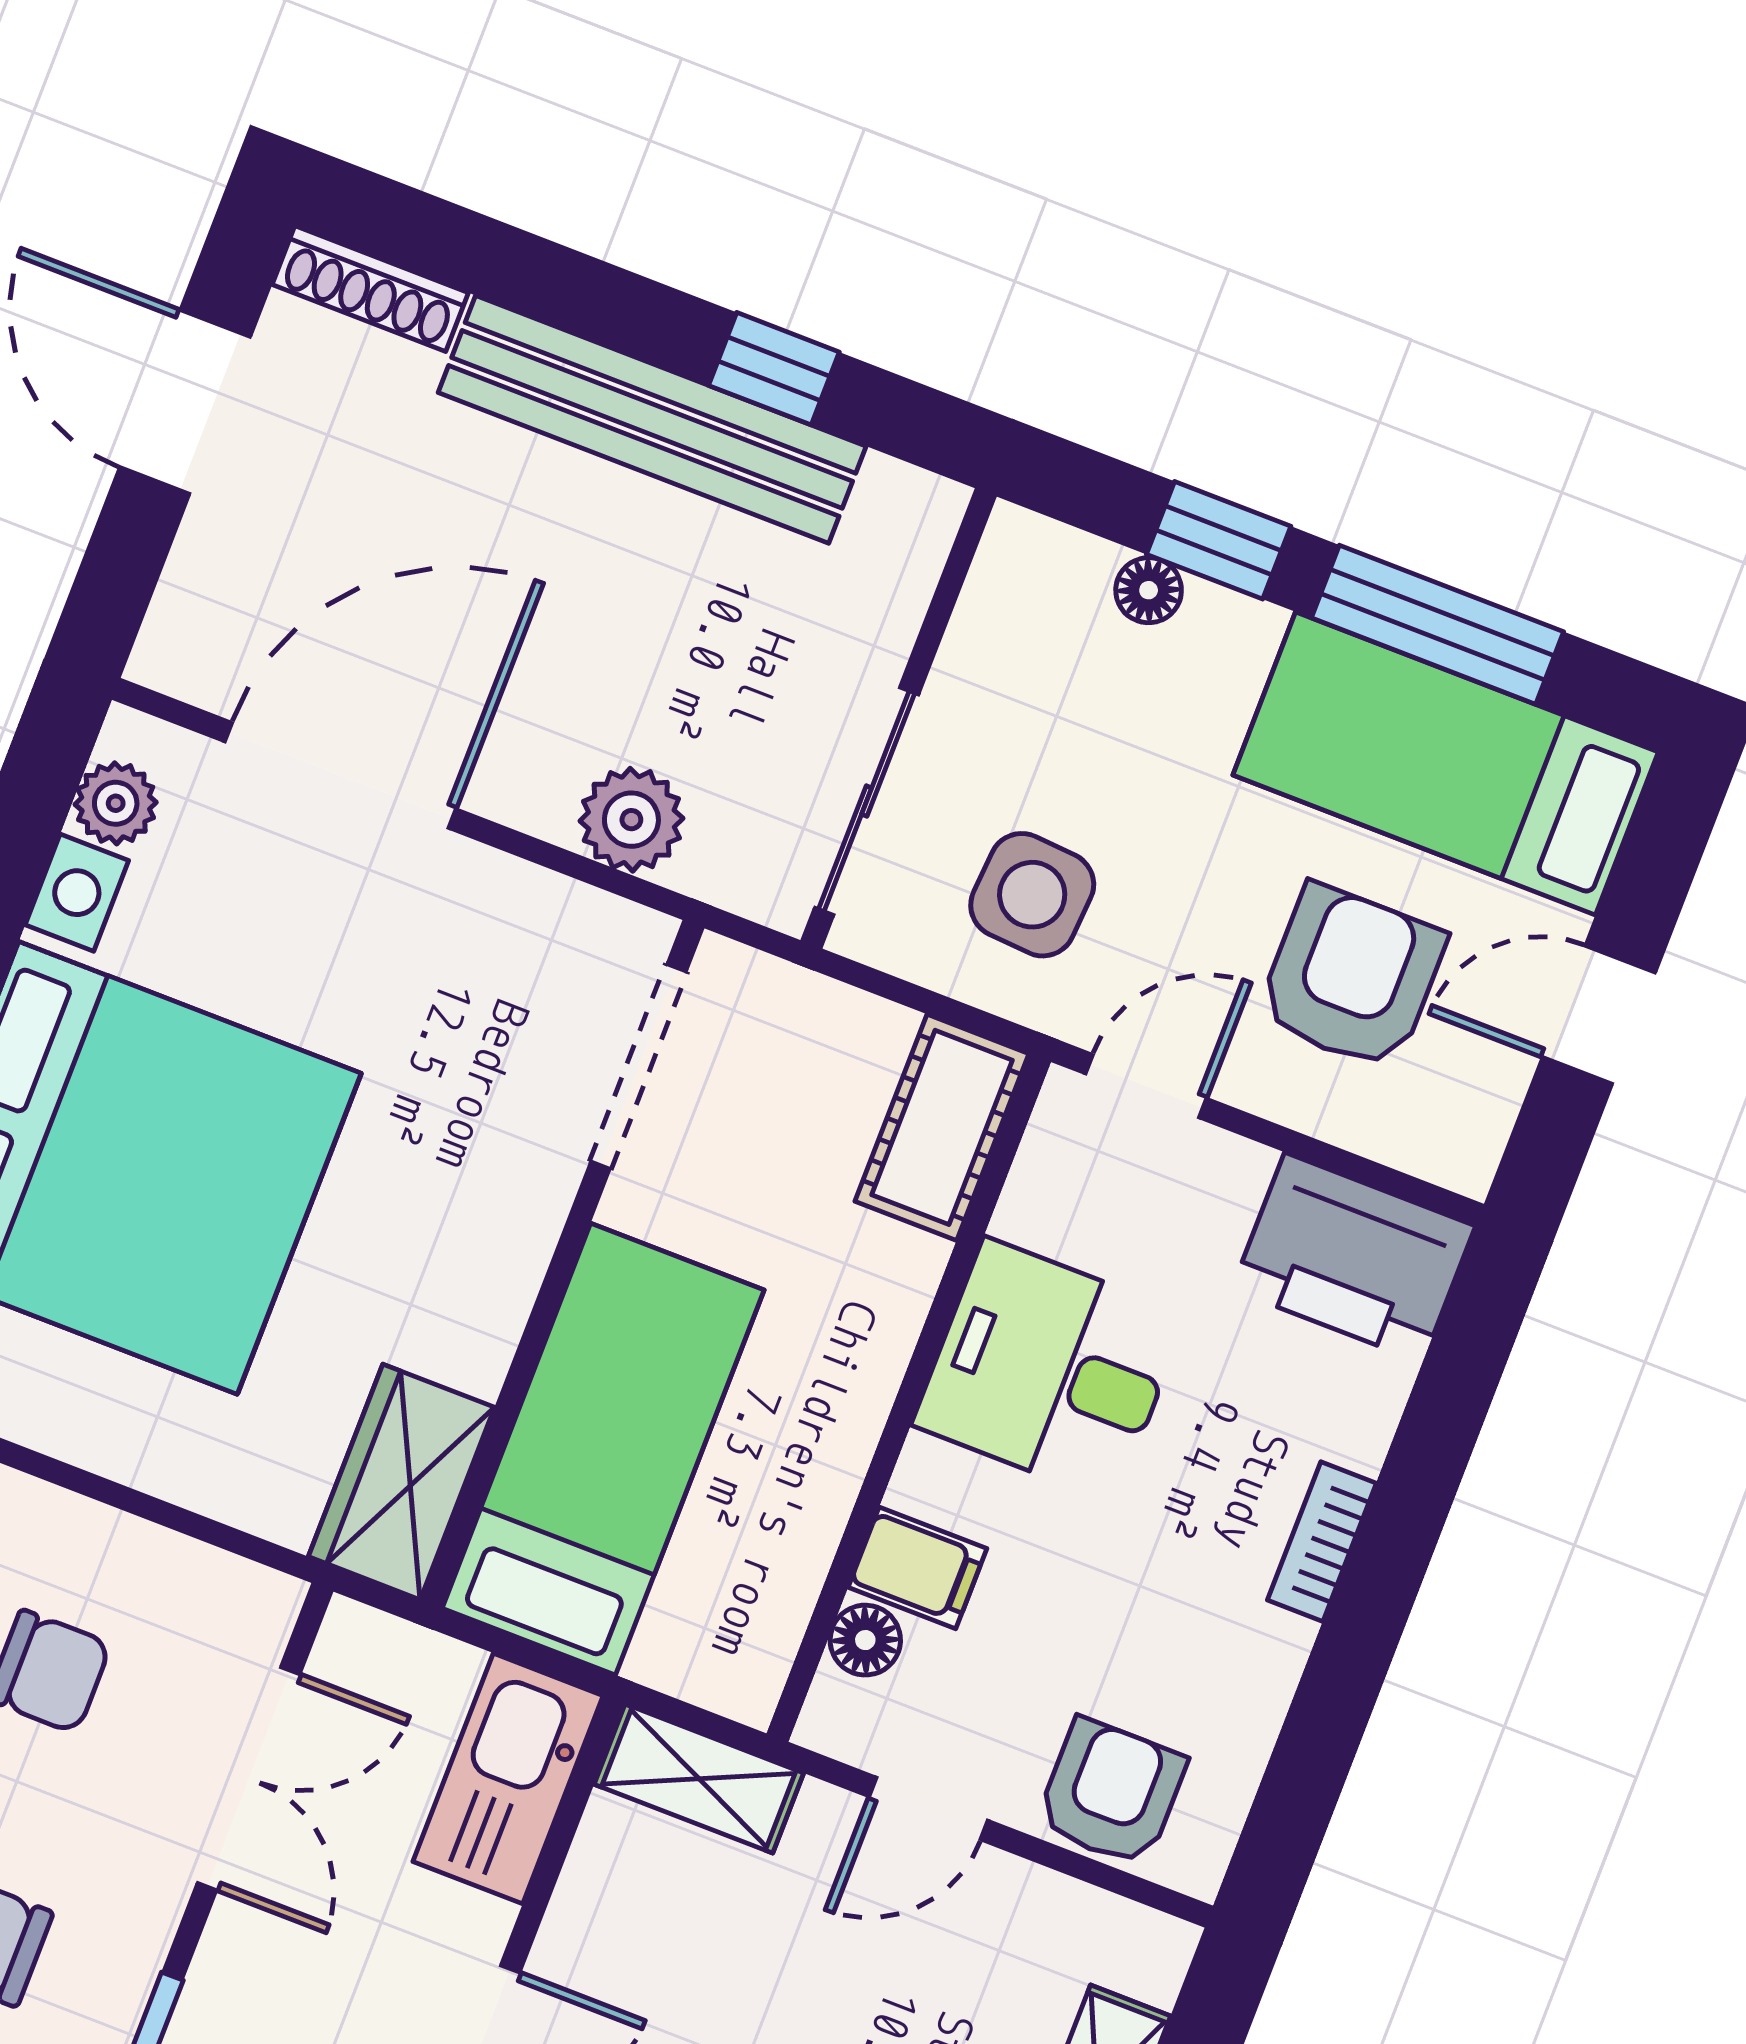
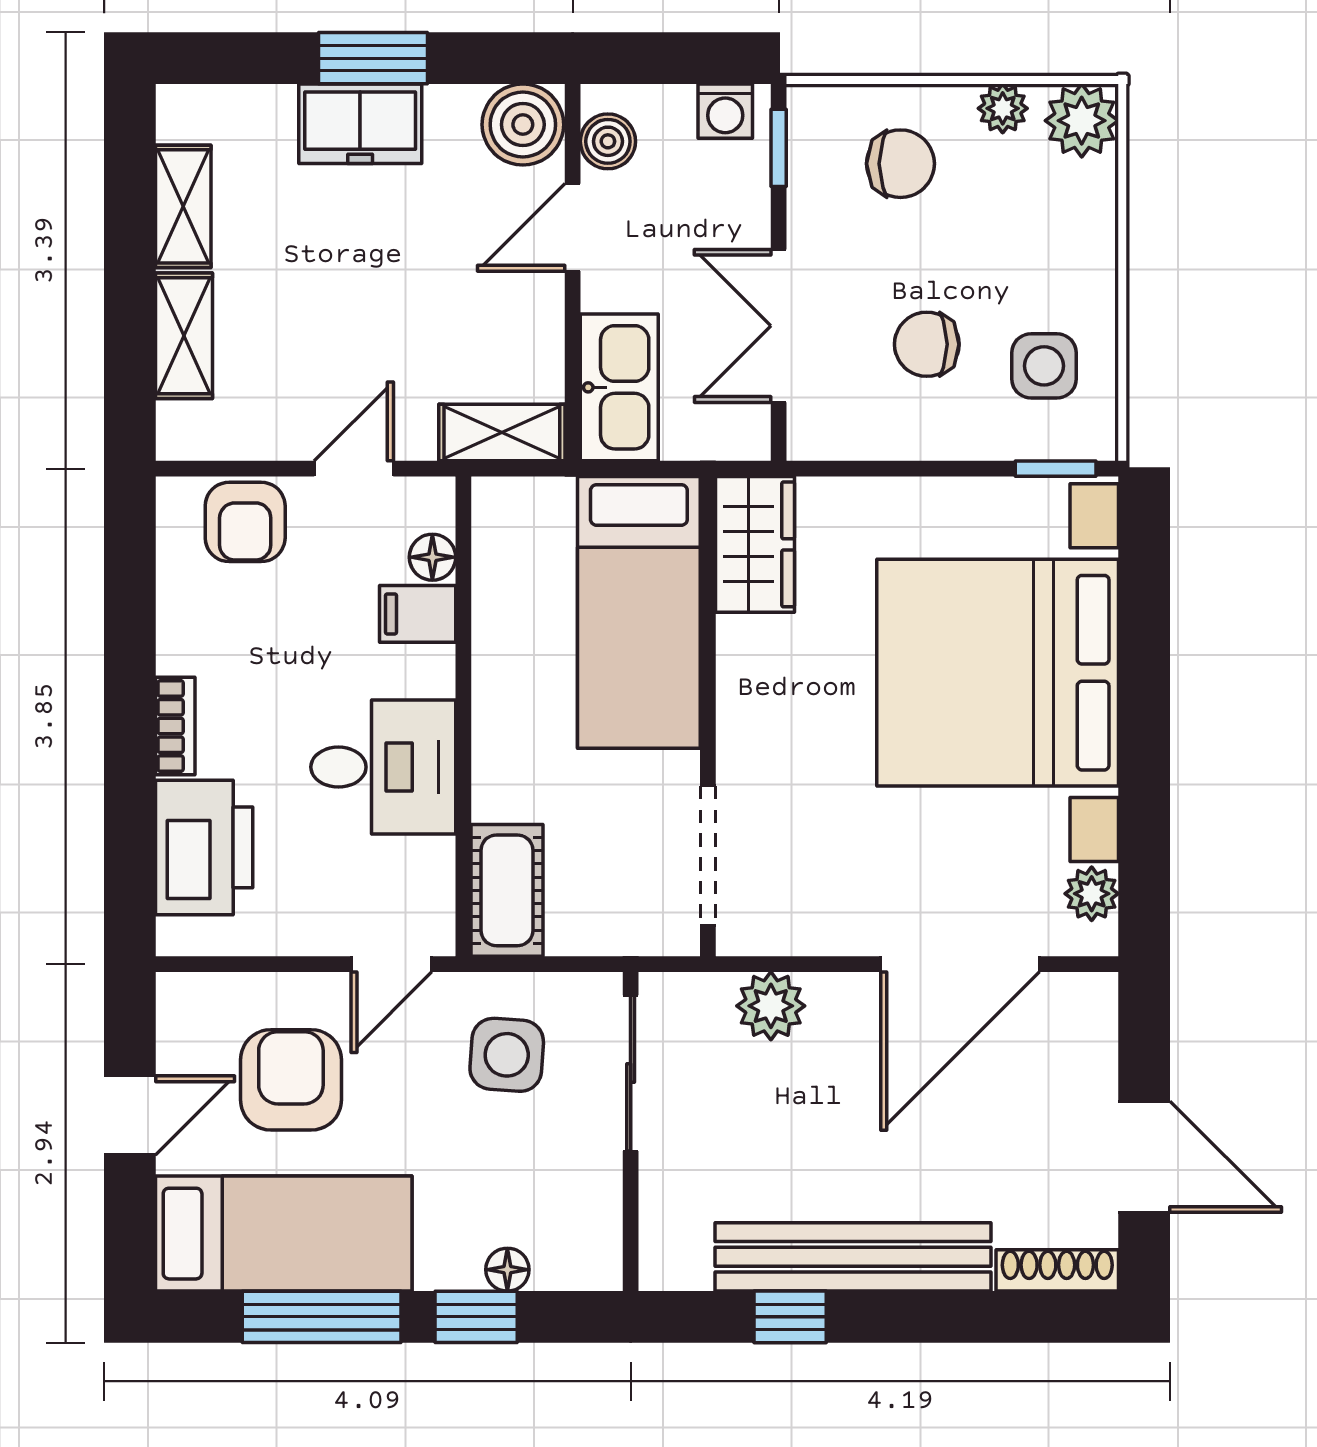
armchair: (1351, 977) -> (291, 1080), turned 180
printer: (1354, 1258) -> (204, 847), moved, turned 90

